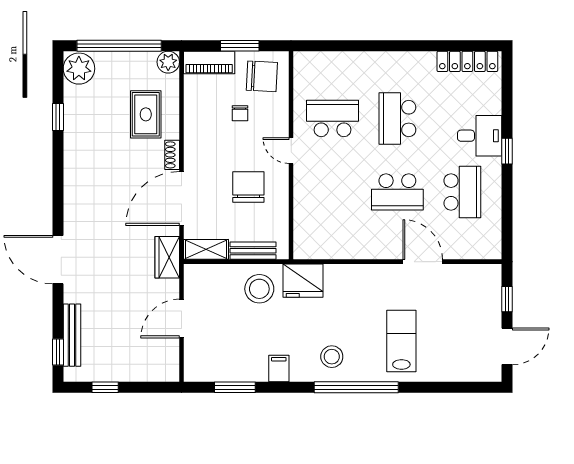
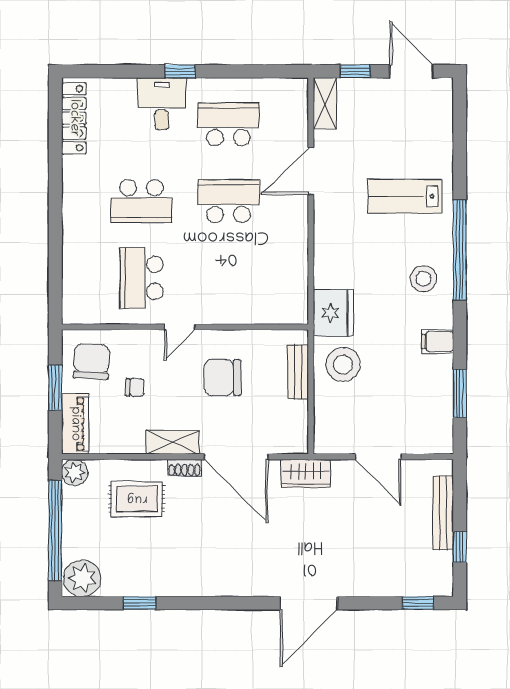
school desk: (397, 192) -> (228, 201), turned -90
shelving: (206, 249) -> (173, 442), moved, turned 90
shelving: (480, 274) -> (325, 103), added
bench: (72, 335) -> (443, 513), moved, turned 90

